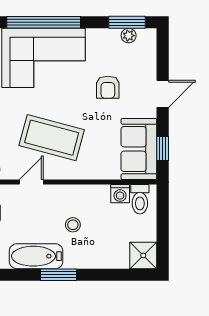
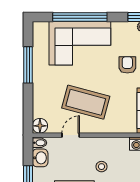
armchair: (108, 87) -> (127, 65), turned 180

